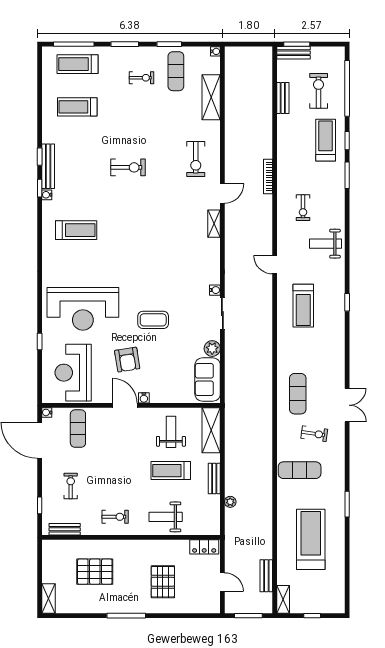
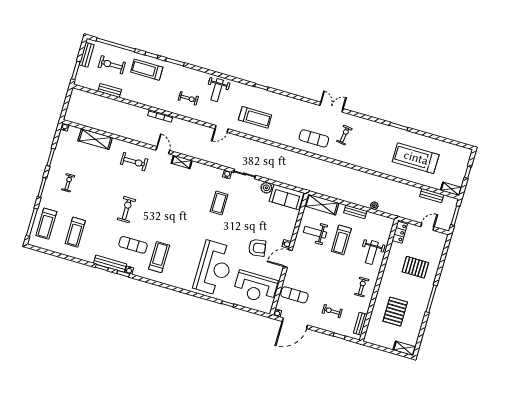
bench: (294, 53) -> (87, 55), moved
exercise mat: (176, 71) -> (133, 245), moved
coffee table: (153, 320) -> (219, 203), moved
exercise mat: (300, 470) -> (366, 152), removed

